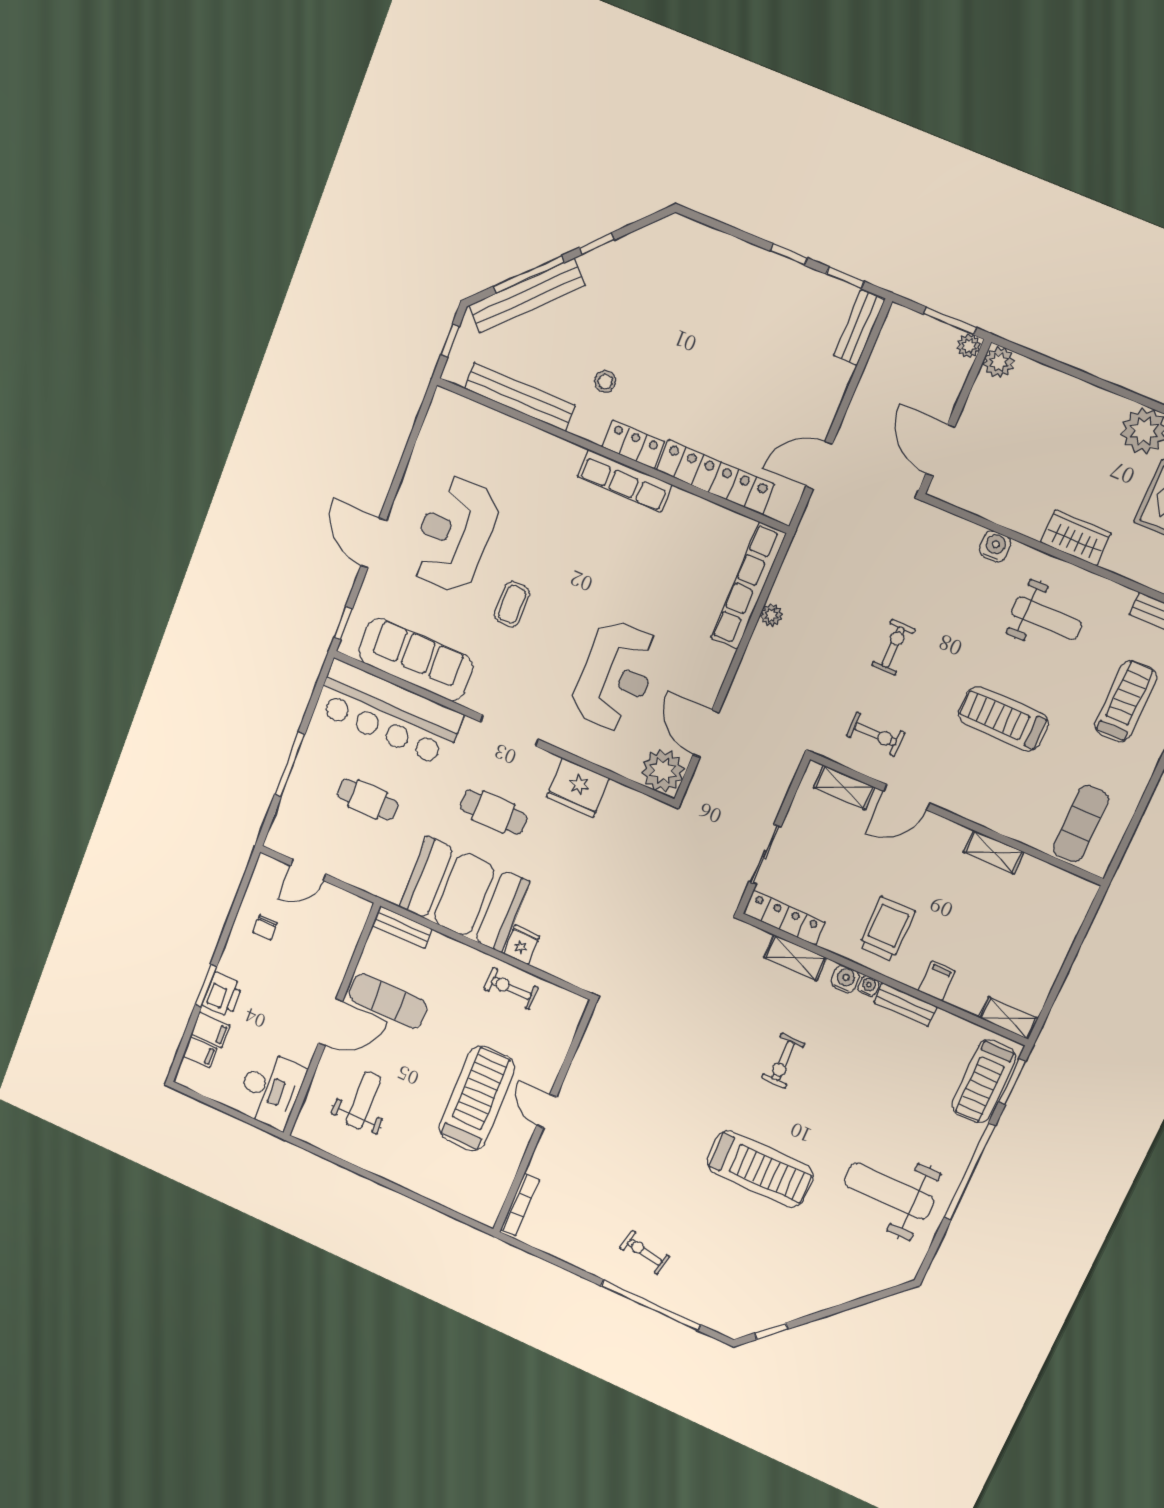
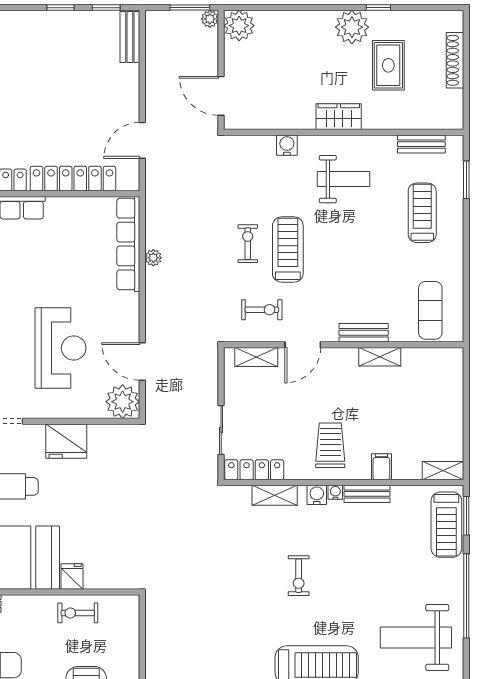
plant: (999, 362) -> (239, 26), width x1.36, depth x1.36
treadmill: (1003, 719) -> (288, 250), moved, turned 90
bench: (987, 815) -> (364, 333), added

